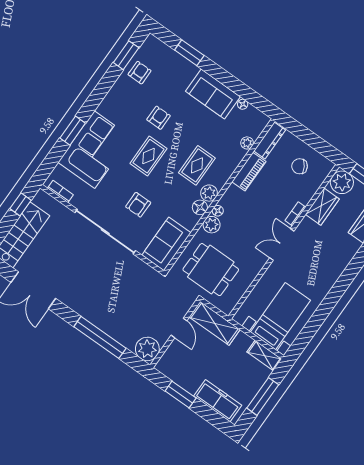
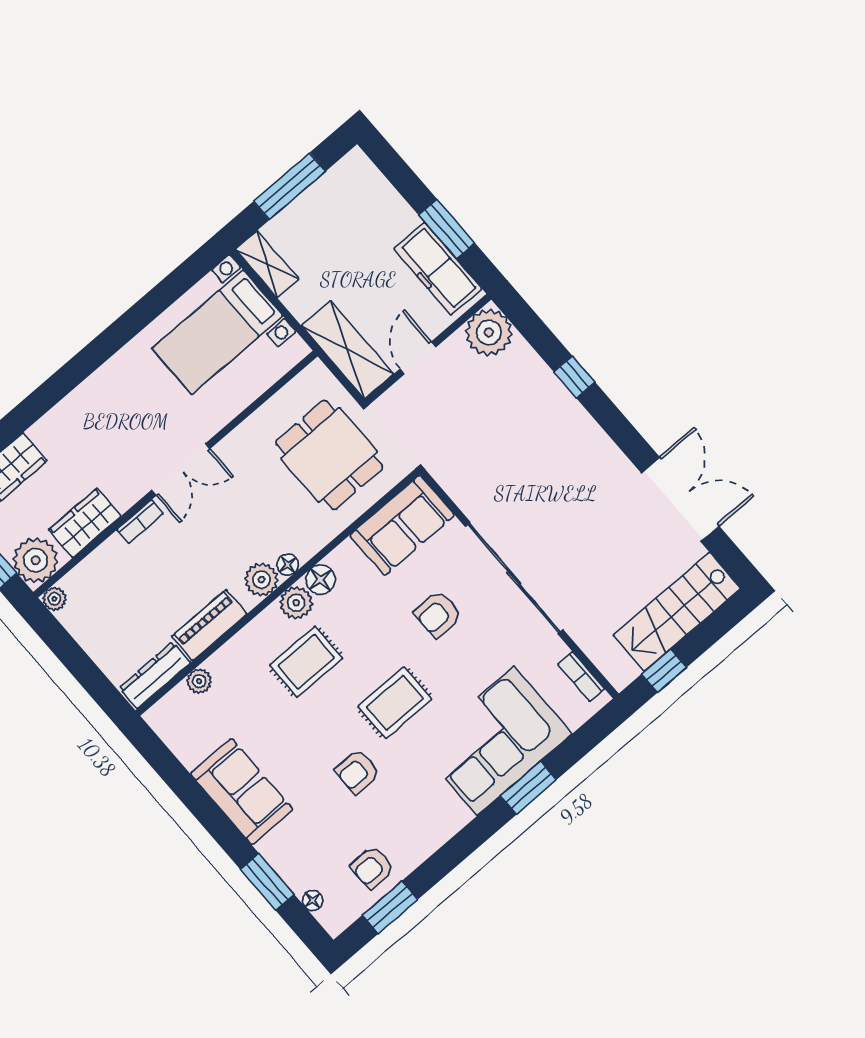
floor lamp: (243, 104) -> (313, 901), moved
chair: (300, 166) -> (109, 611), removed
plant: (328, 166) -> (54, 599), added
armchair: (138, 205) -> (438, 614), turned 180
plant: (212, 225) -> (261, 580), moved
window: (100, 337) -> (574, 377), width x0.32
freezer: (218, 401) -> (438, 269), moved

